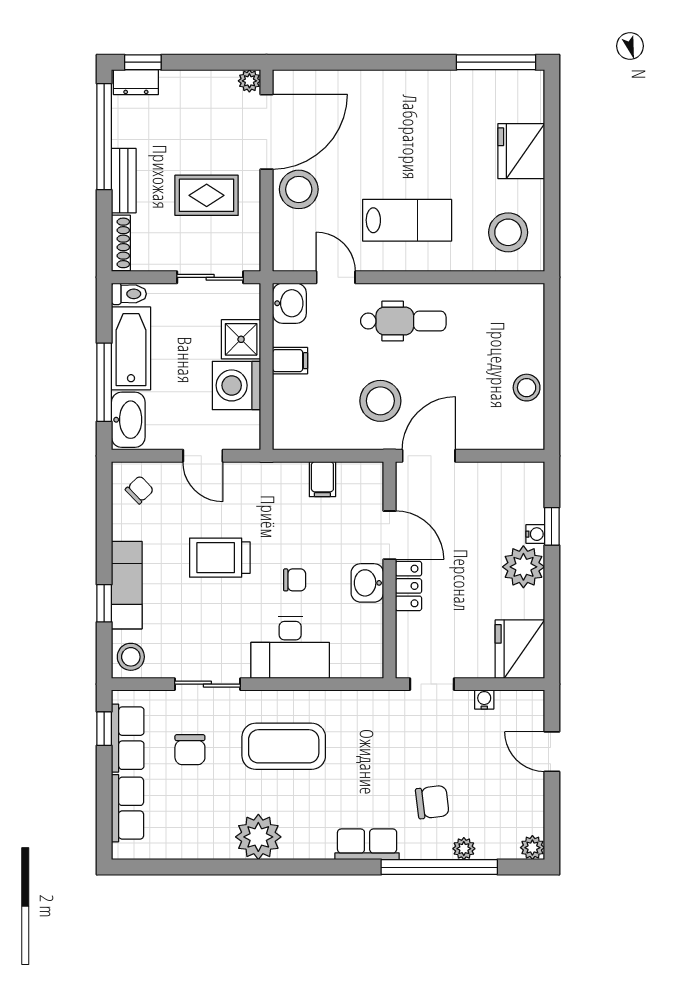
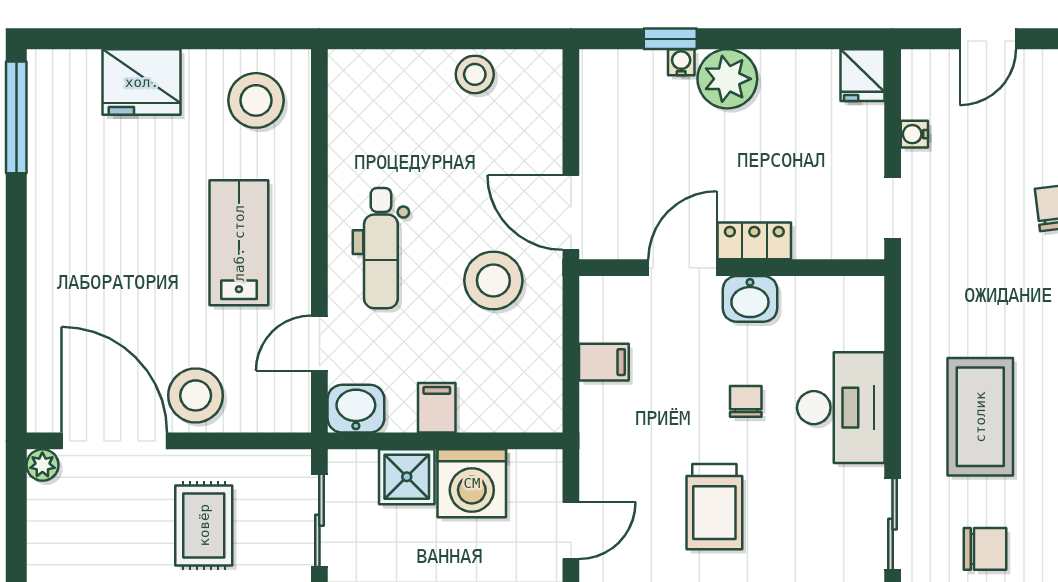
dental chair: (403, 321) -> (381, 248), turned 180
fridge: (520, 649) -> (863, 75), width x0.53, depth x0.75

